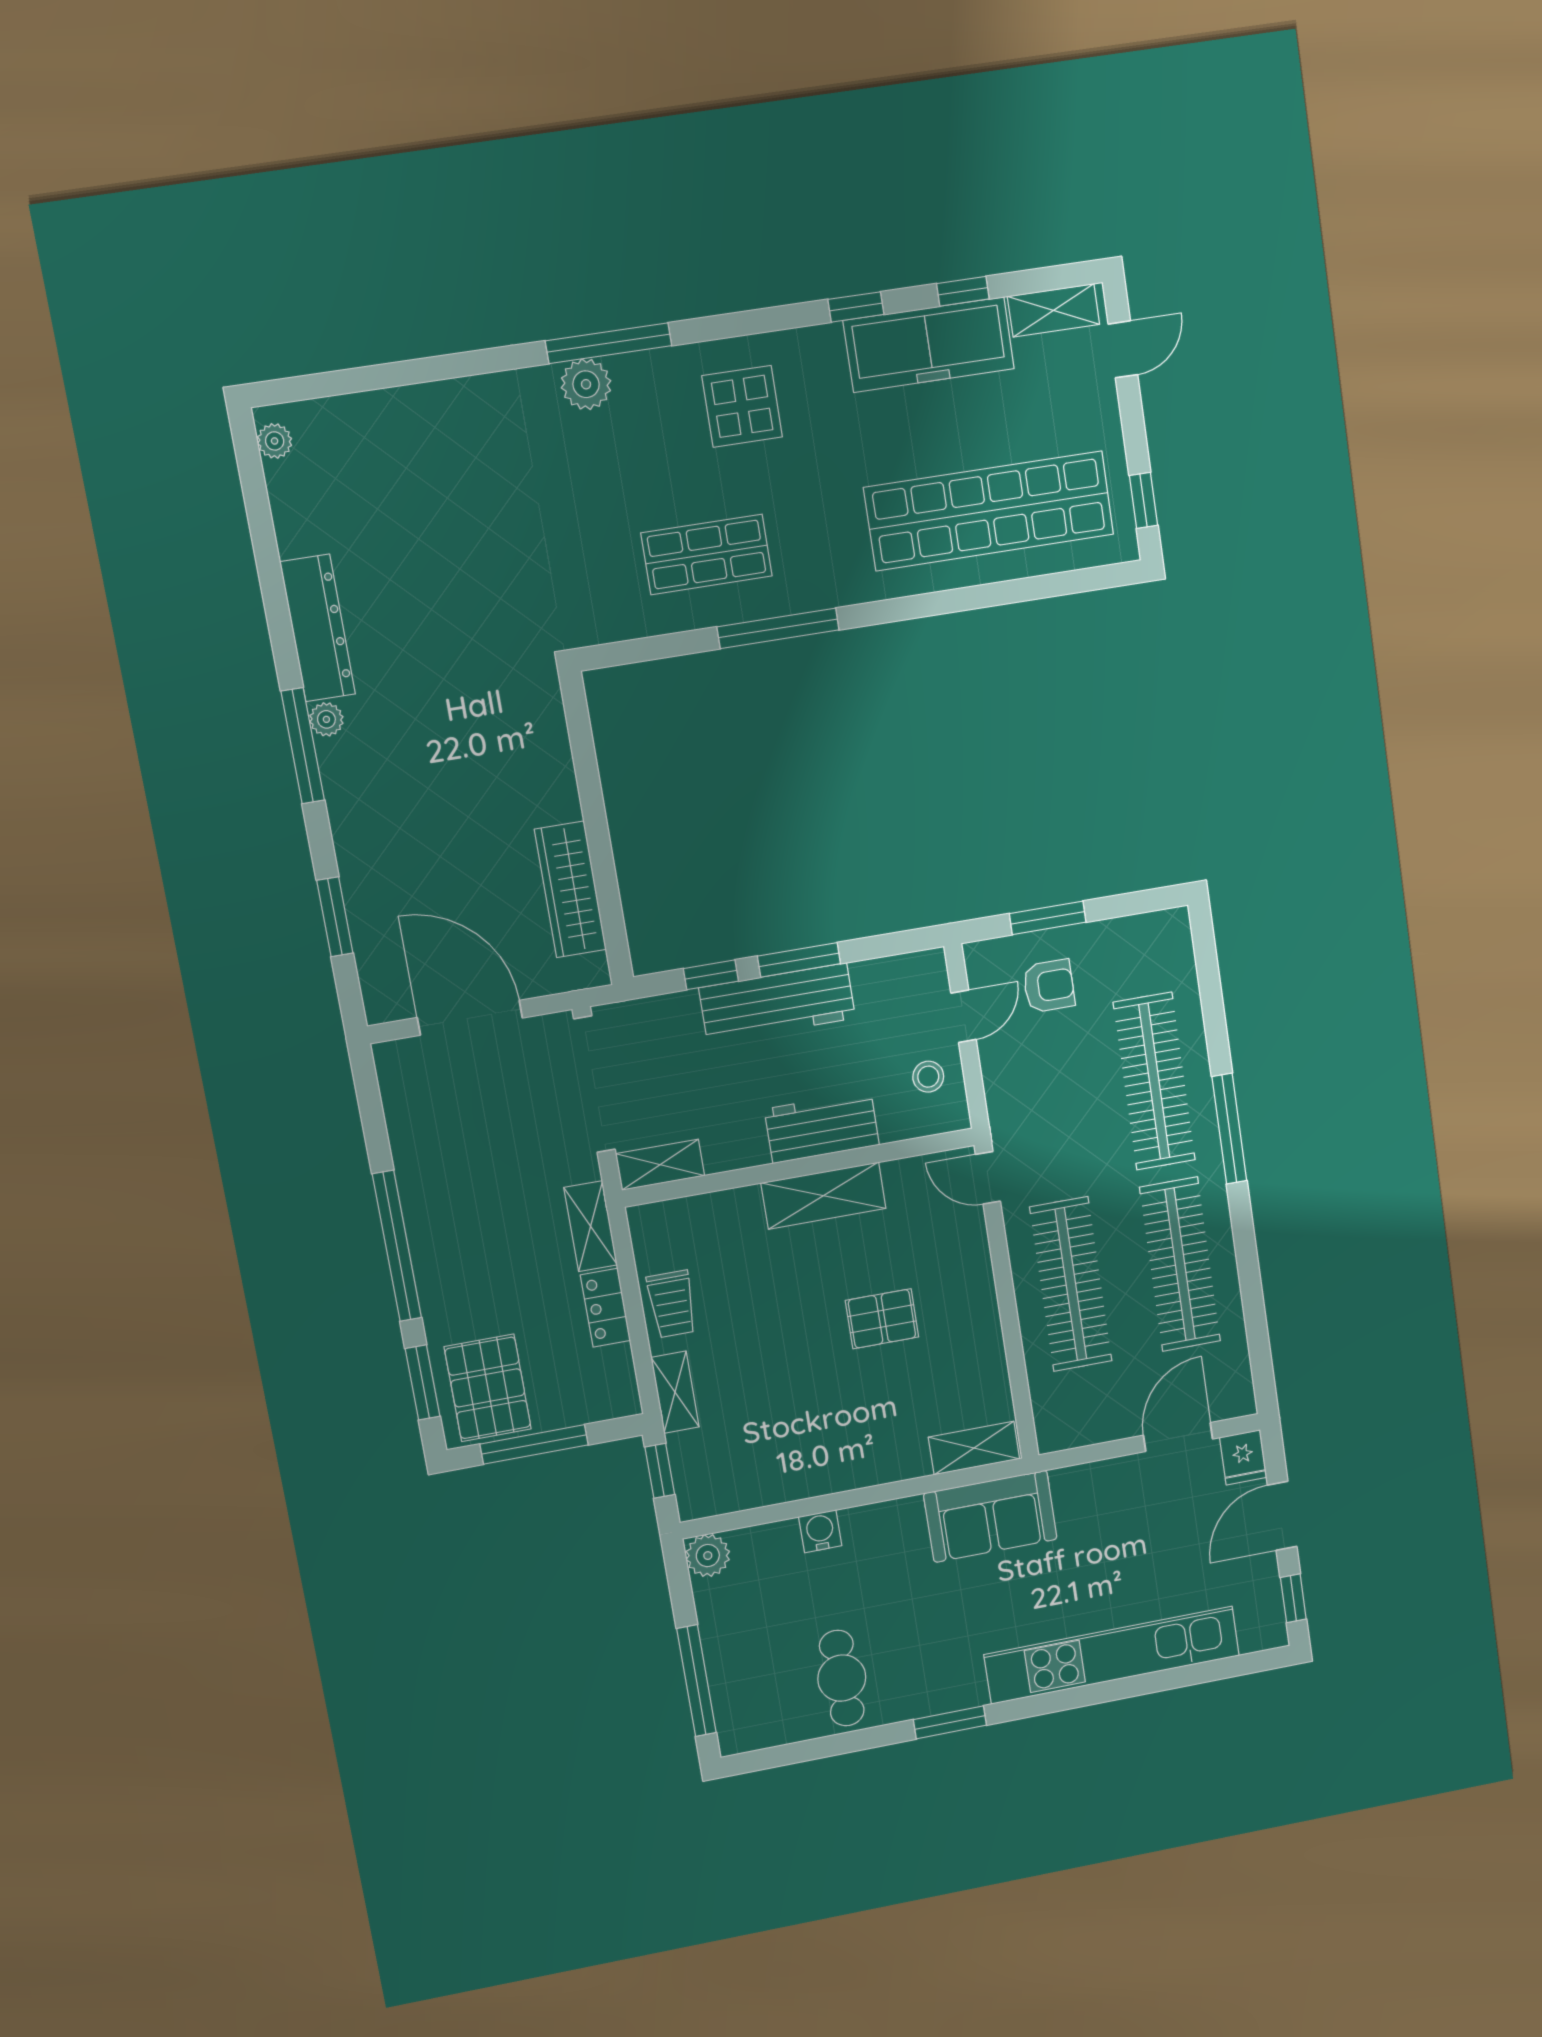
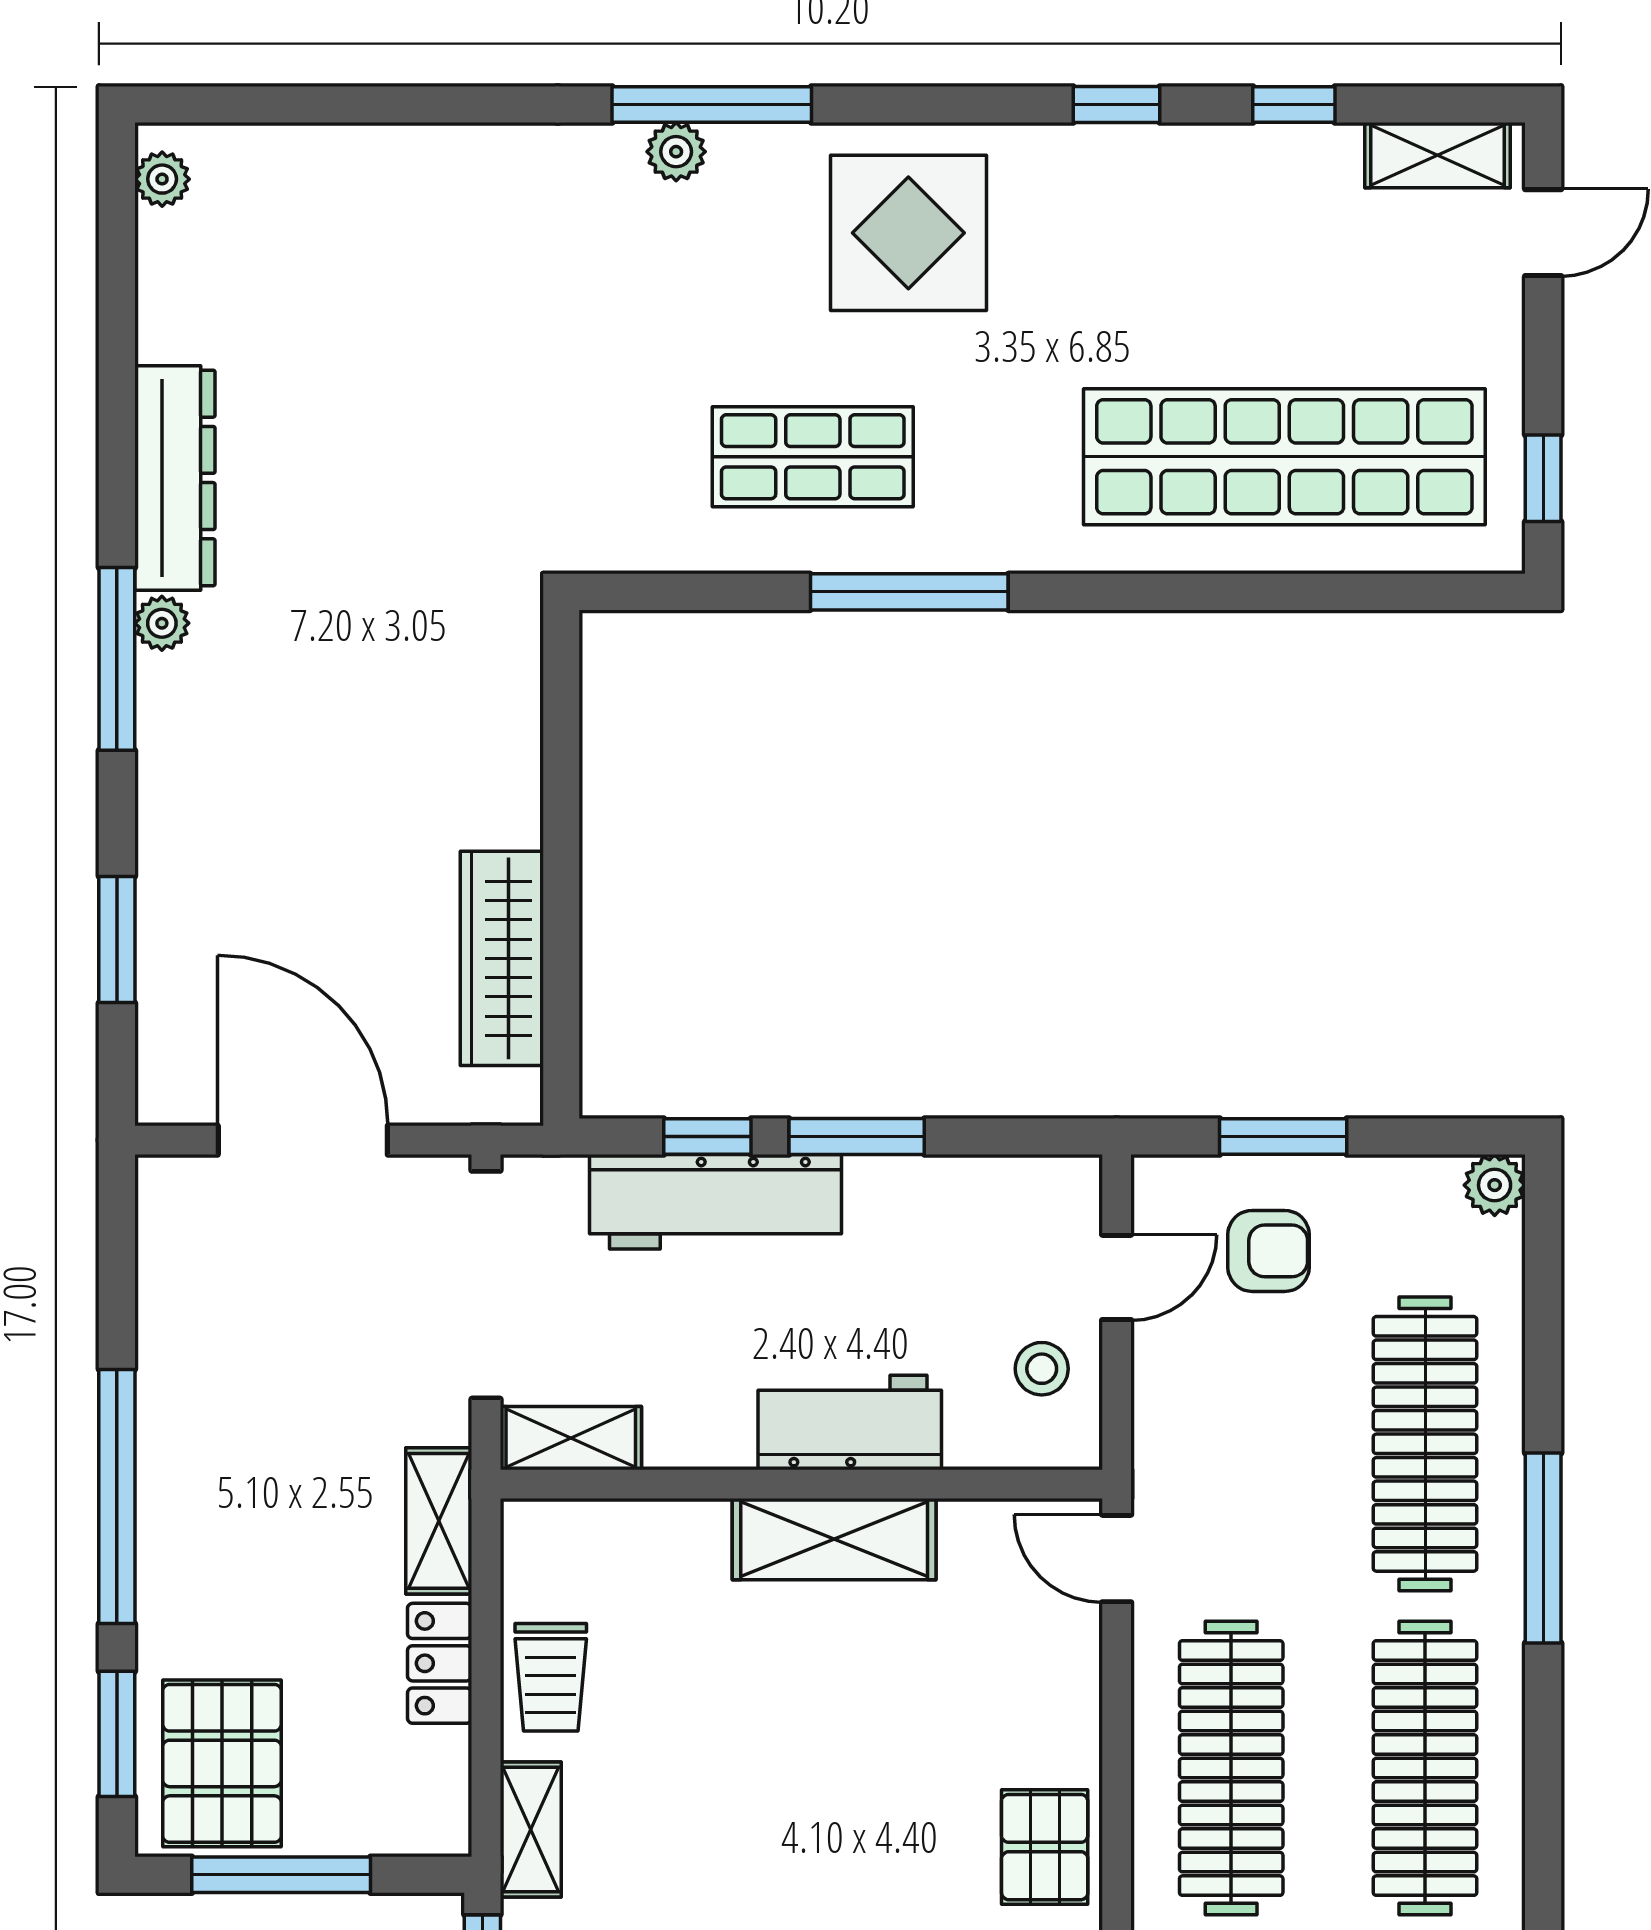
freezer: (929, 345) -> (1225, 180), removed
plant: (586, 384) -> (676, 152), width x0.73, depth x0.73
display table: (742, 406) -> (908, 233), width x1.36, depth x1.36
plant: (1173, 925) -> (1495, 1185), added
workbench: (777, 1003) -> (715, 1202), moved
pallet: (882, 1319) -> (1045, 1847), moved, turned 90

